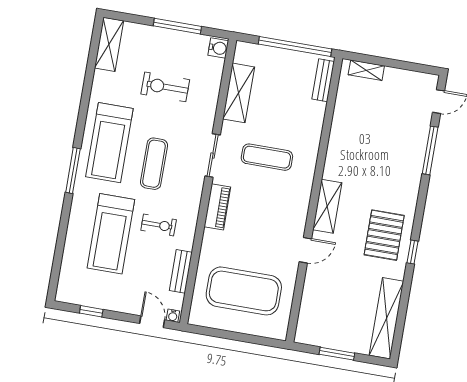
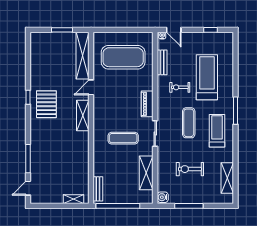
shelving: (109, 44) -> (227, 178), moved
exercise bike: (165, 87) -> (190, 169), turned 180
treadmill: (109, 143) -> (217, 131), width x0.73, depth x0.73
shelving: (386, 318) -> (82, 56), moved

